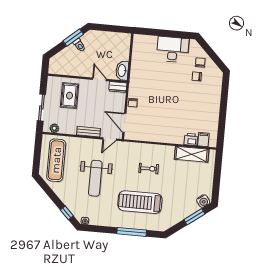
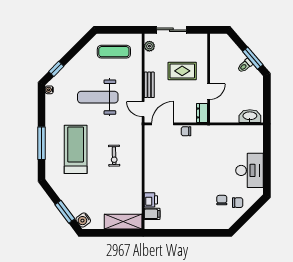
washbasin: (122, 71) -> (250, 116), moved
rug: (69, 96) -> (182, 71), moved
shelving: (192, 154) -> (123, 222), moved, turned 90
exercise mat: (56, 160) -> (114, 52), width x0.73, depth x0.69

